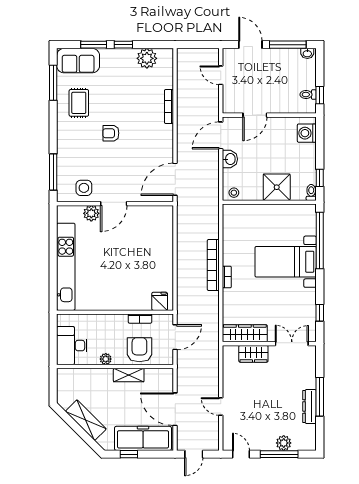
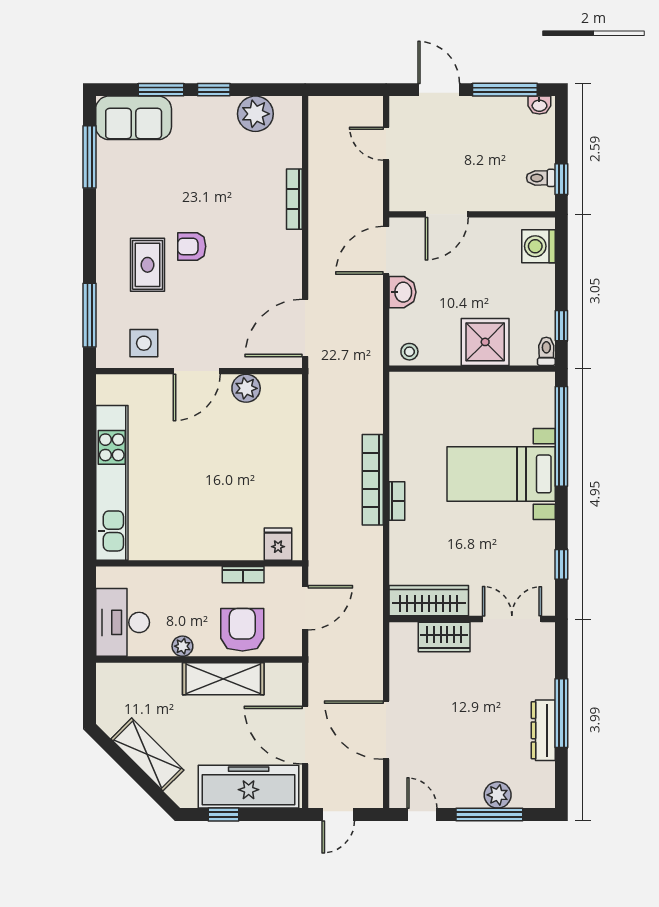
rug: (79, 103) -> (148, 265), moved
plant: (91, 213) -> (246, 388), moved
shelving: (129, 375) -> (223, 679), width x1.50, depth x1.33
door: (221, 406) -> (386, 730), width x1.87

